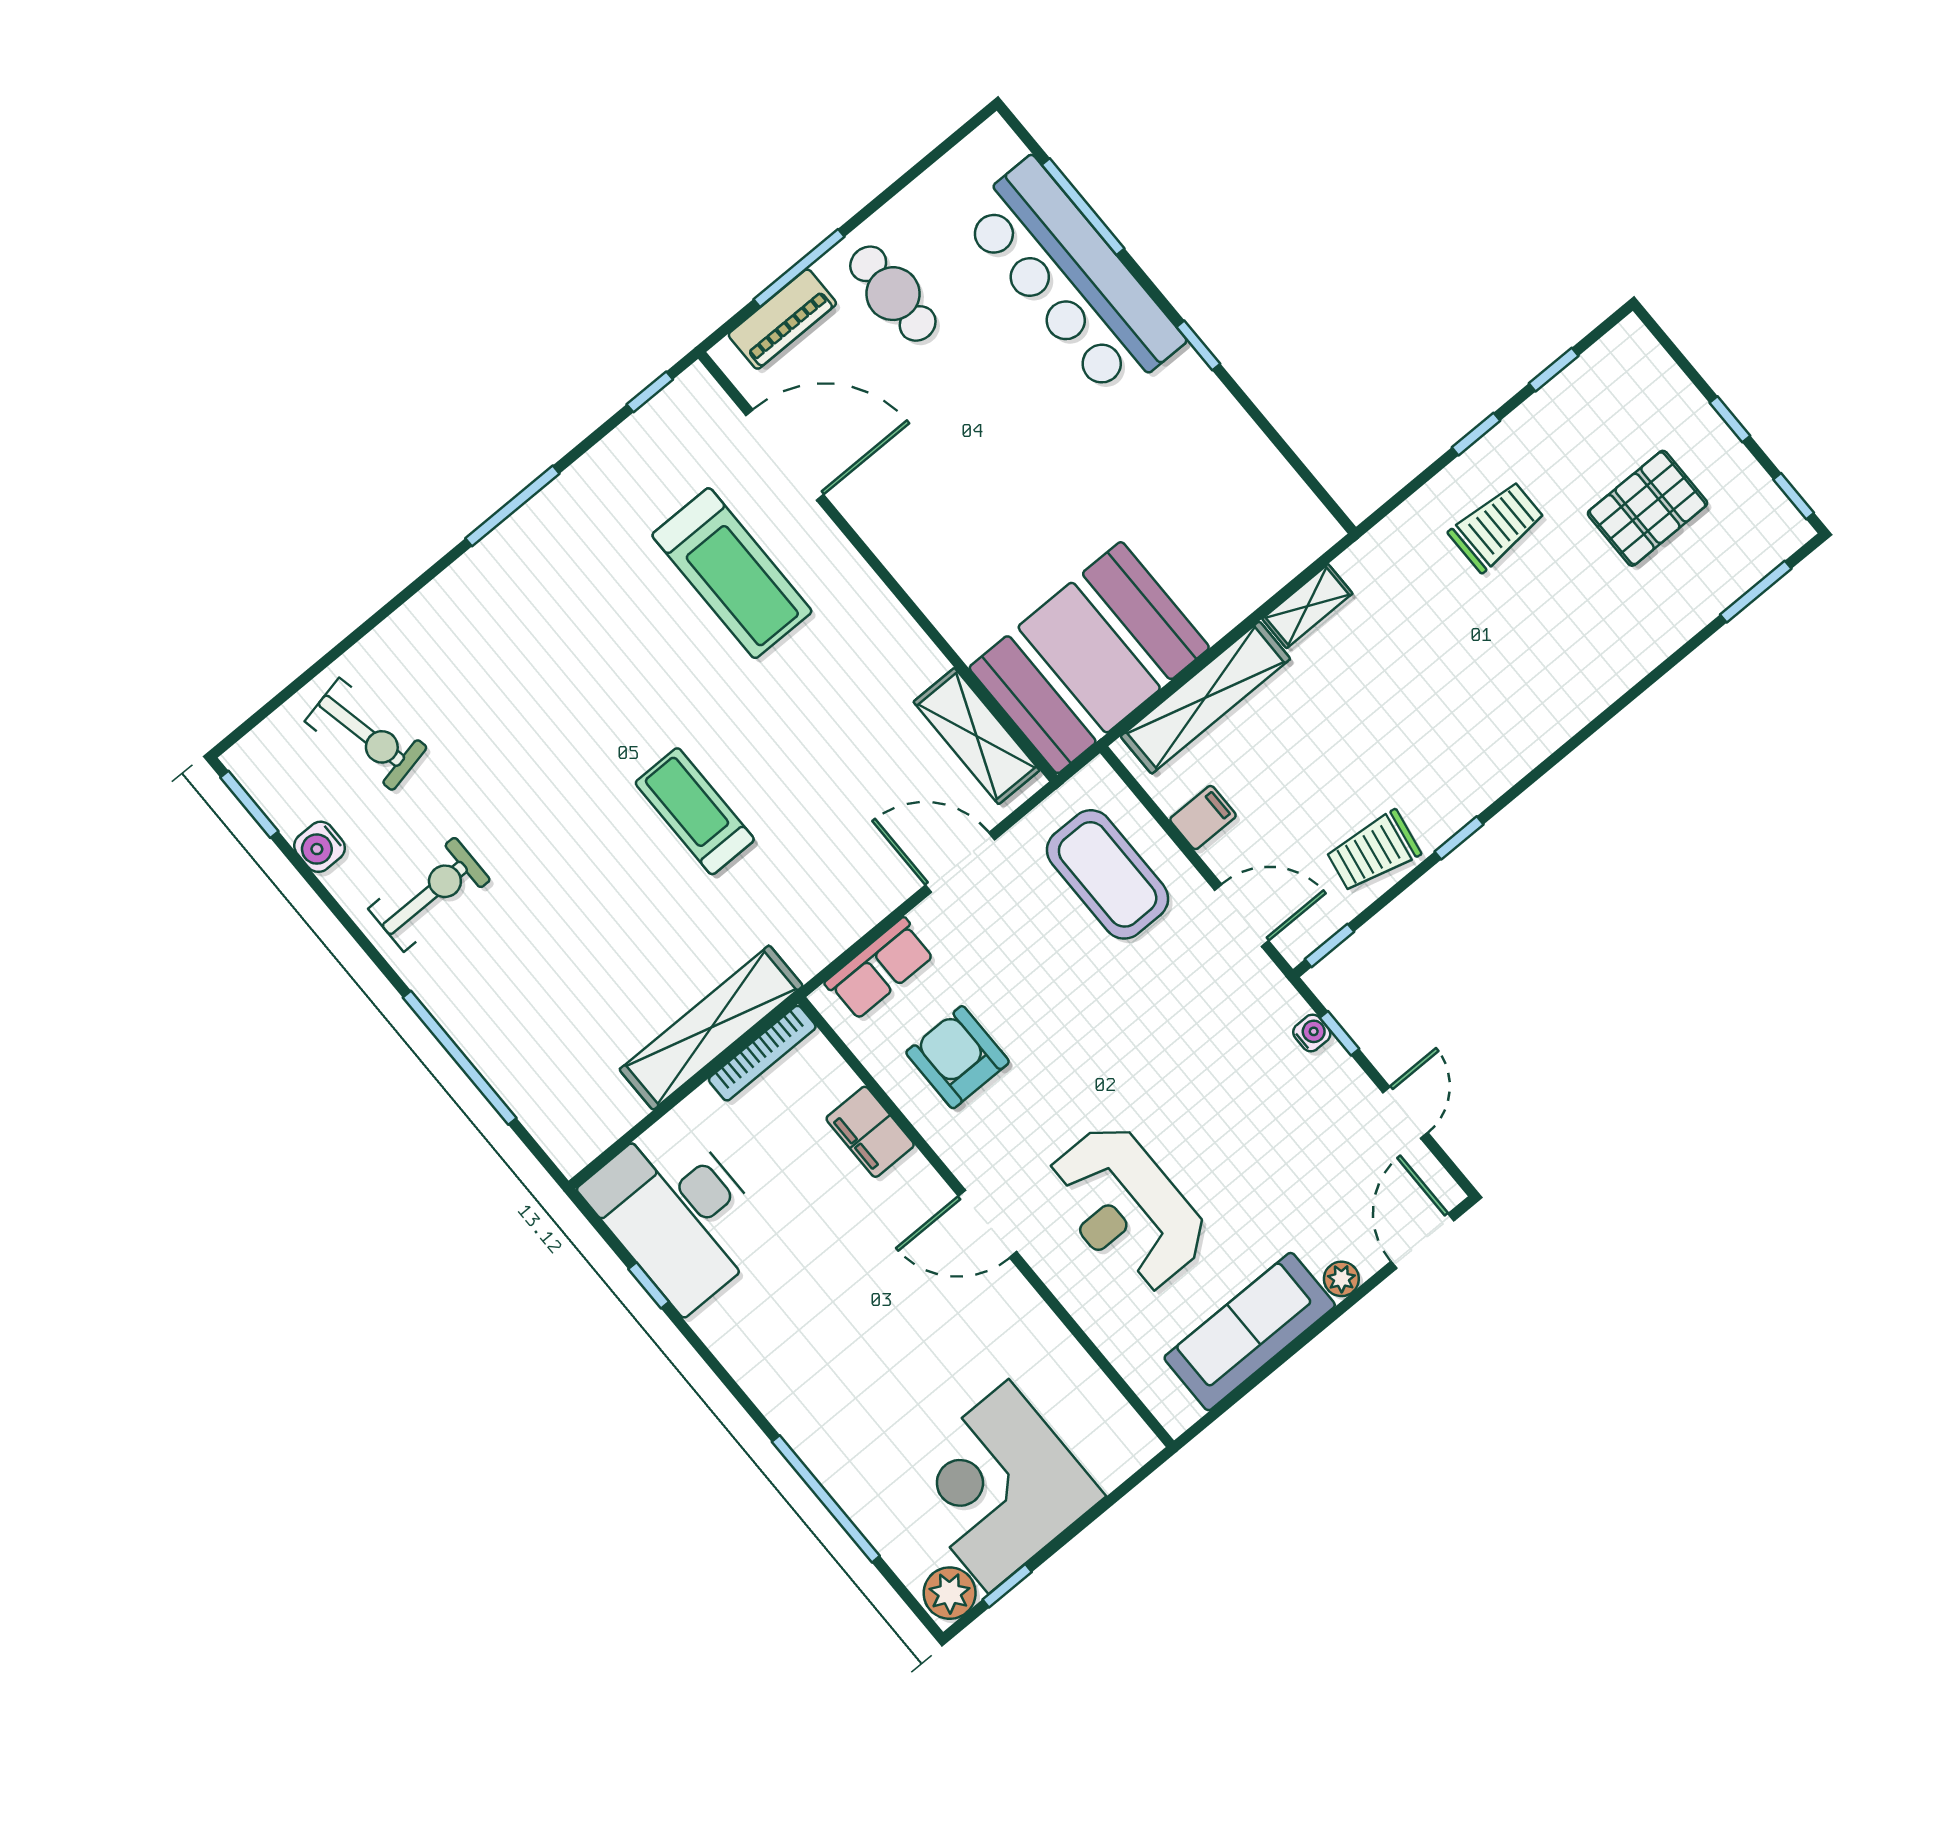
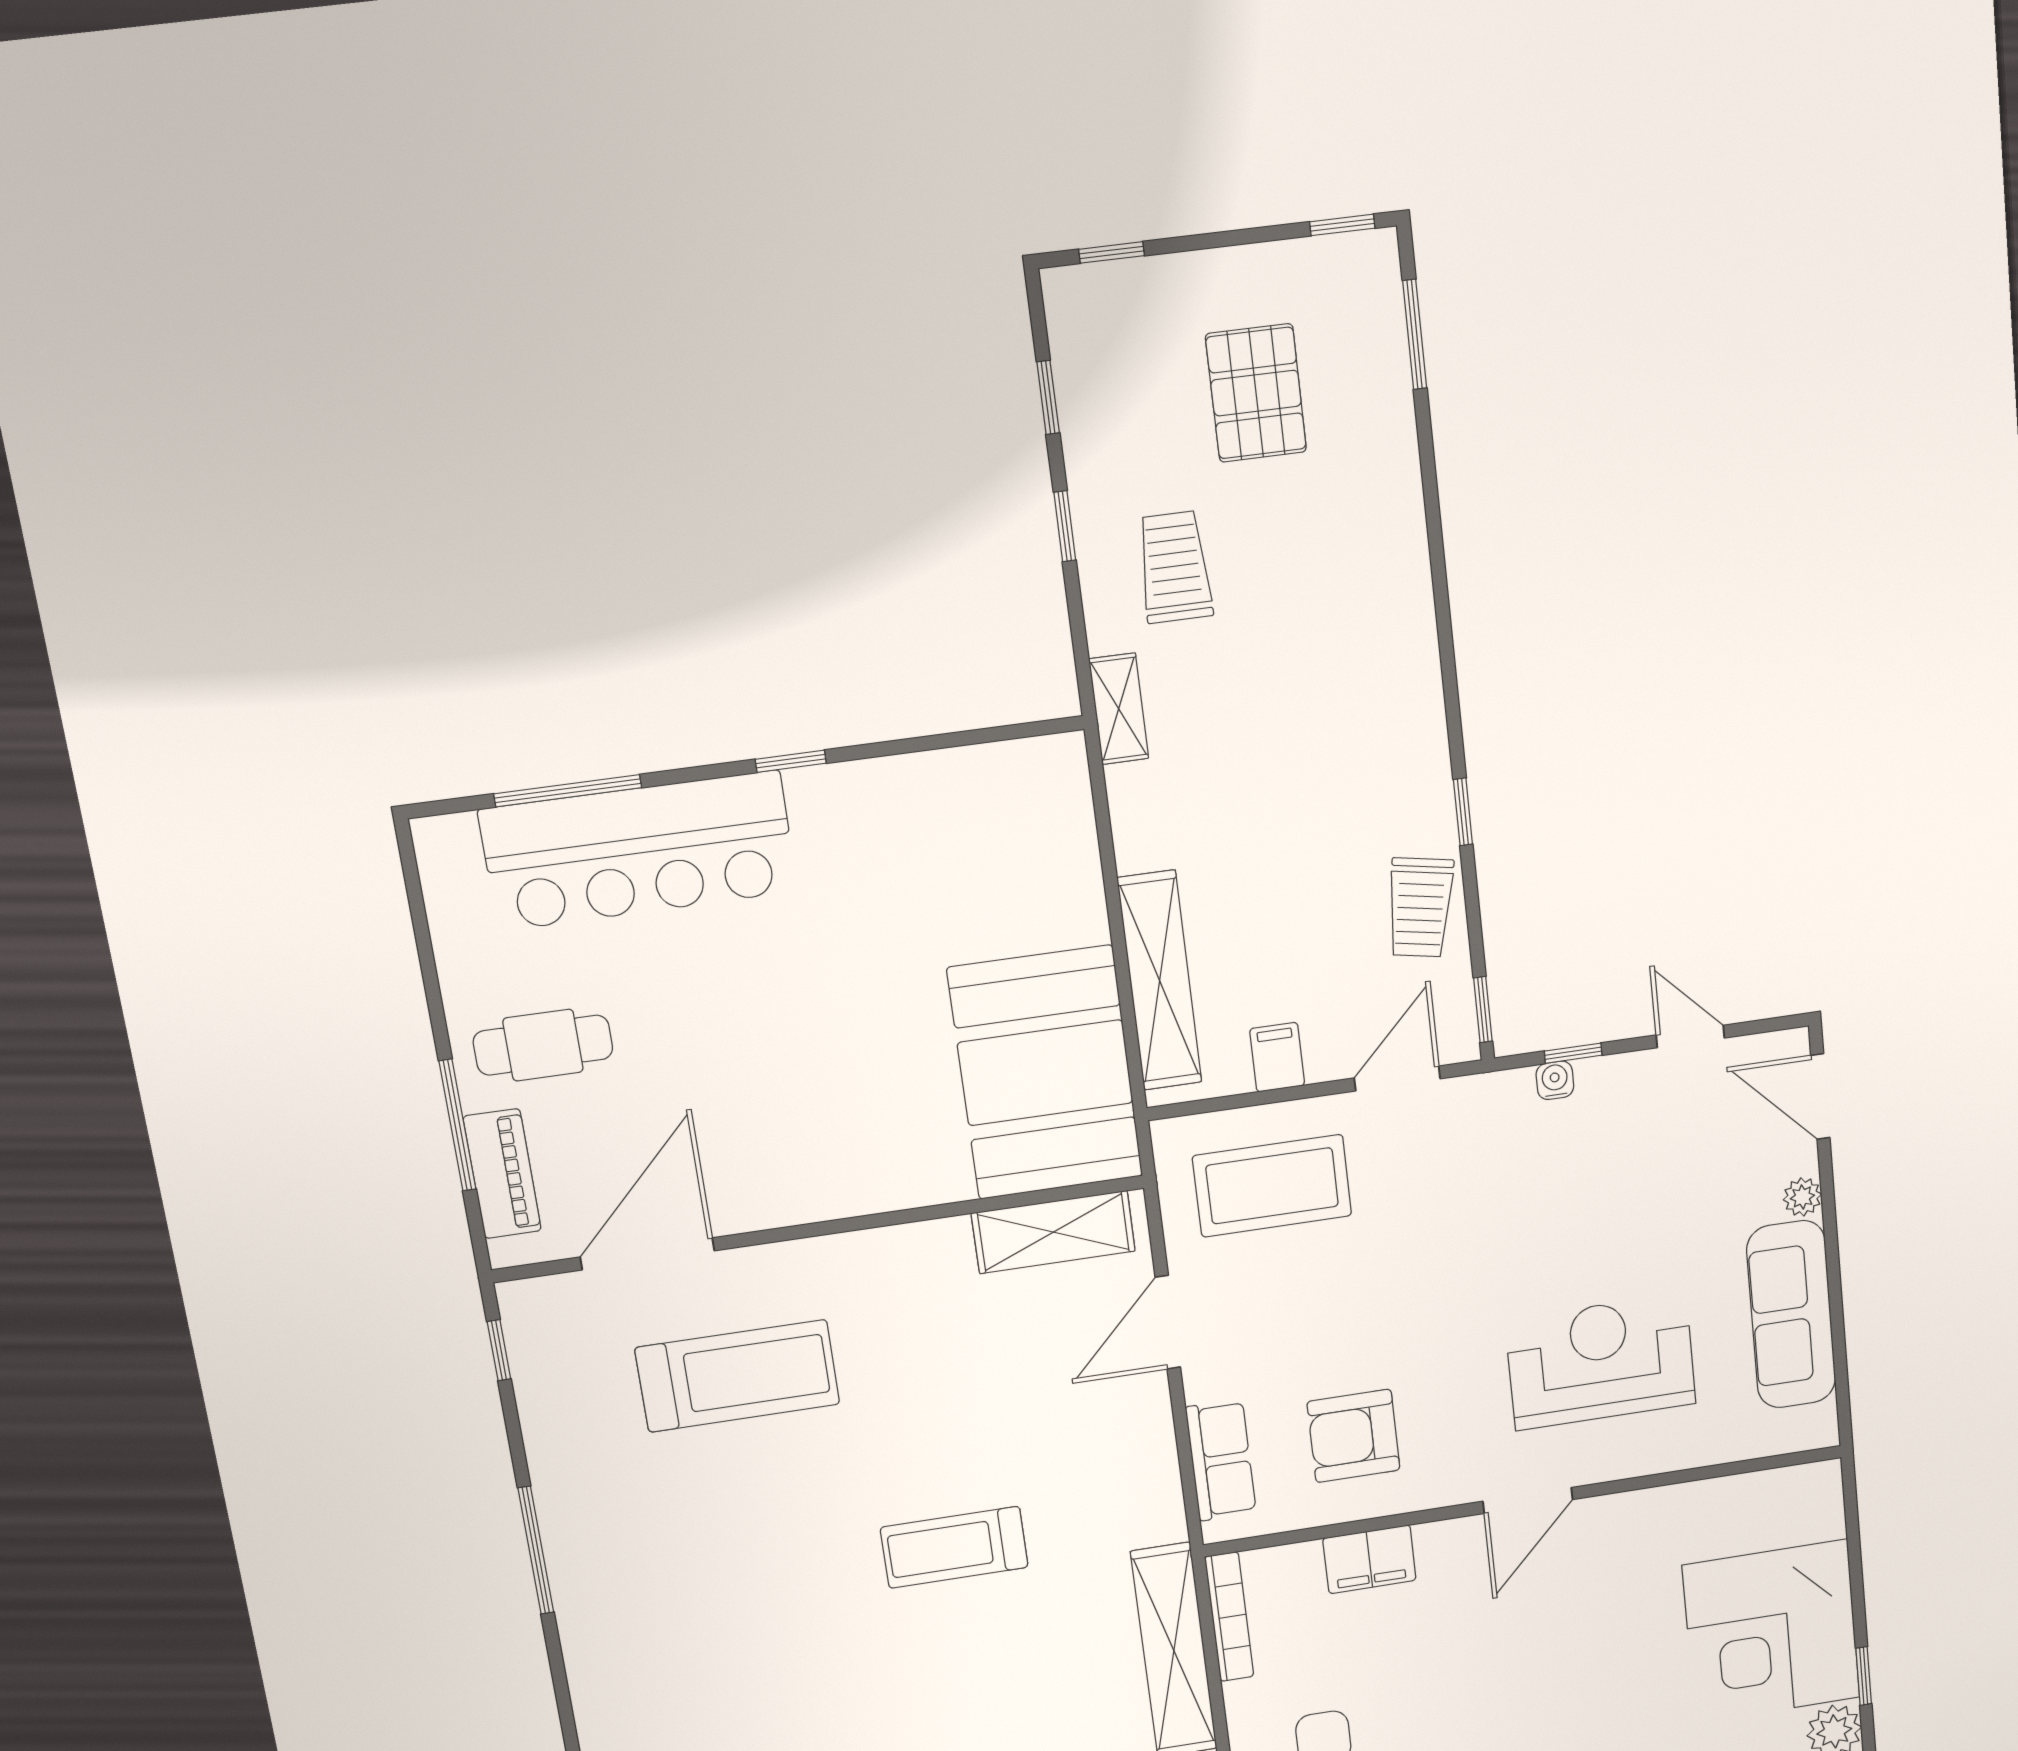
window: (1730, 419) -> (1112, 252), moved
shelving: (1307, 606) -> (1119, 709), moved
reception desk: (1126, 1209) -> (1601, 1362), turned 180

